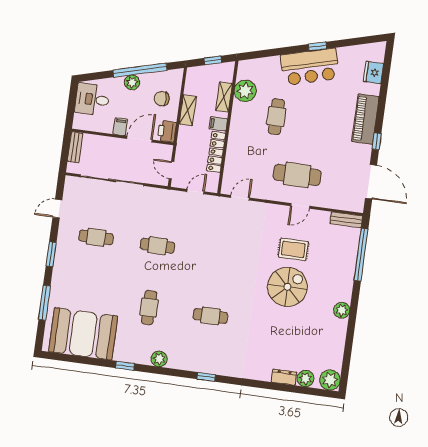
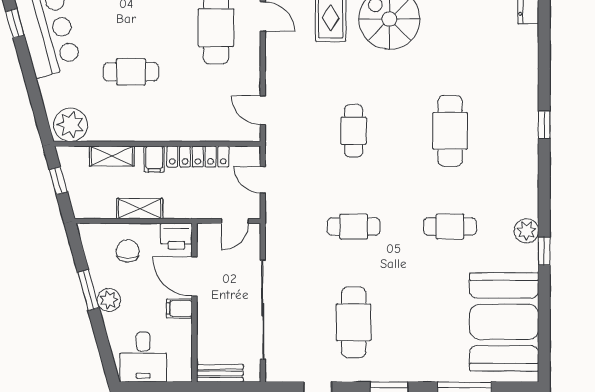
window: (140, 70) -> (88, 290), width x0.47
plant: (245, 91) -> (71, 125), moved
chair: (162, 99) -> (128, 251), turned 180
cafe table: (96, 237) -> (354, 322), width x1.37, depth x1.35
cafe table: (157, 246) -> (354, 227), turned 90
cafe table: (219, 254) -> (354, 131), added
cafe table: (210, 316) -> (450, 131), width x1.37, depth x1.35
plant: (159, 359) -> (526, 231), moved

